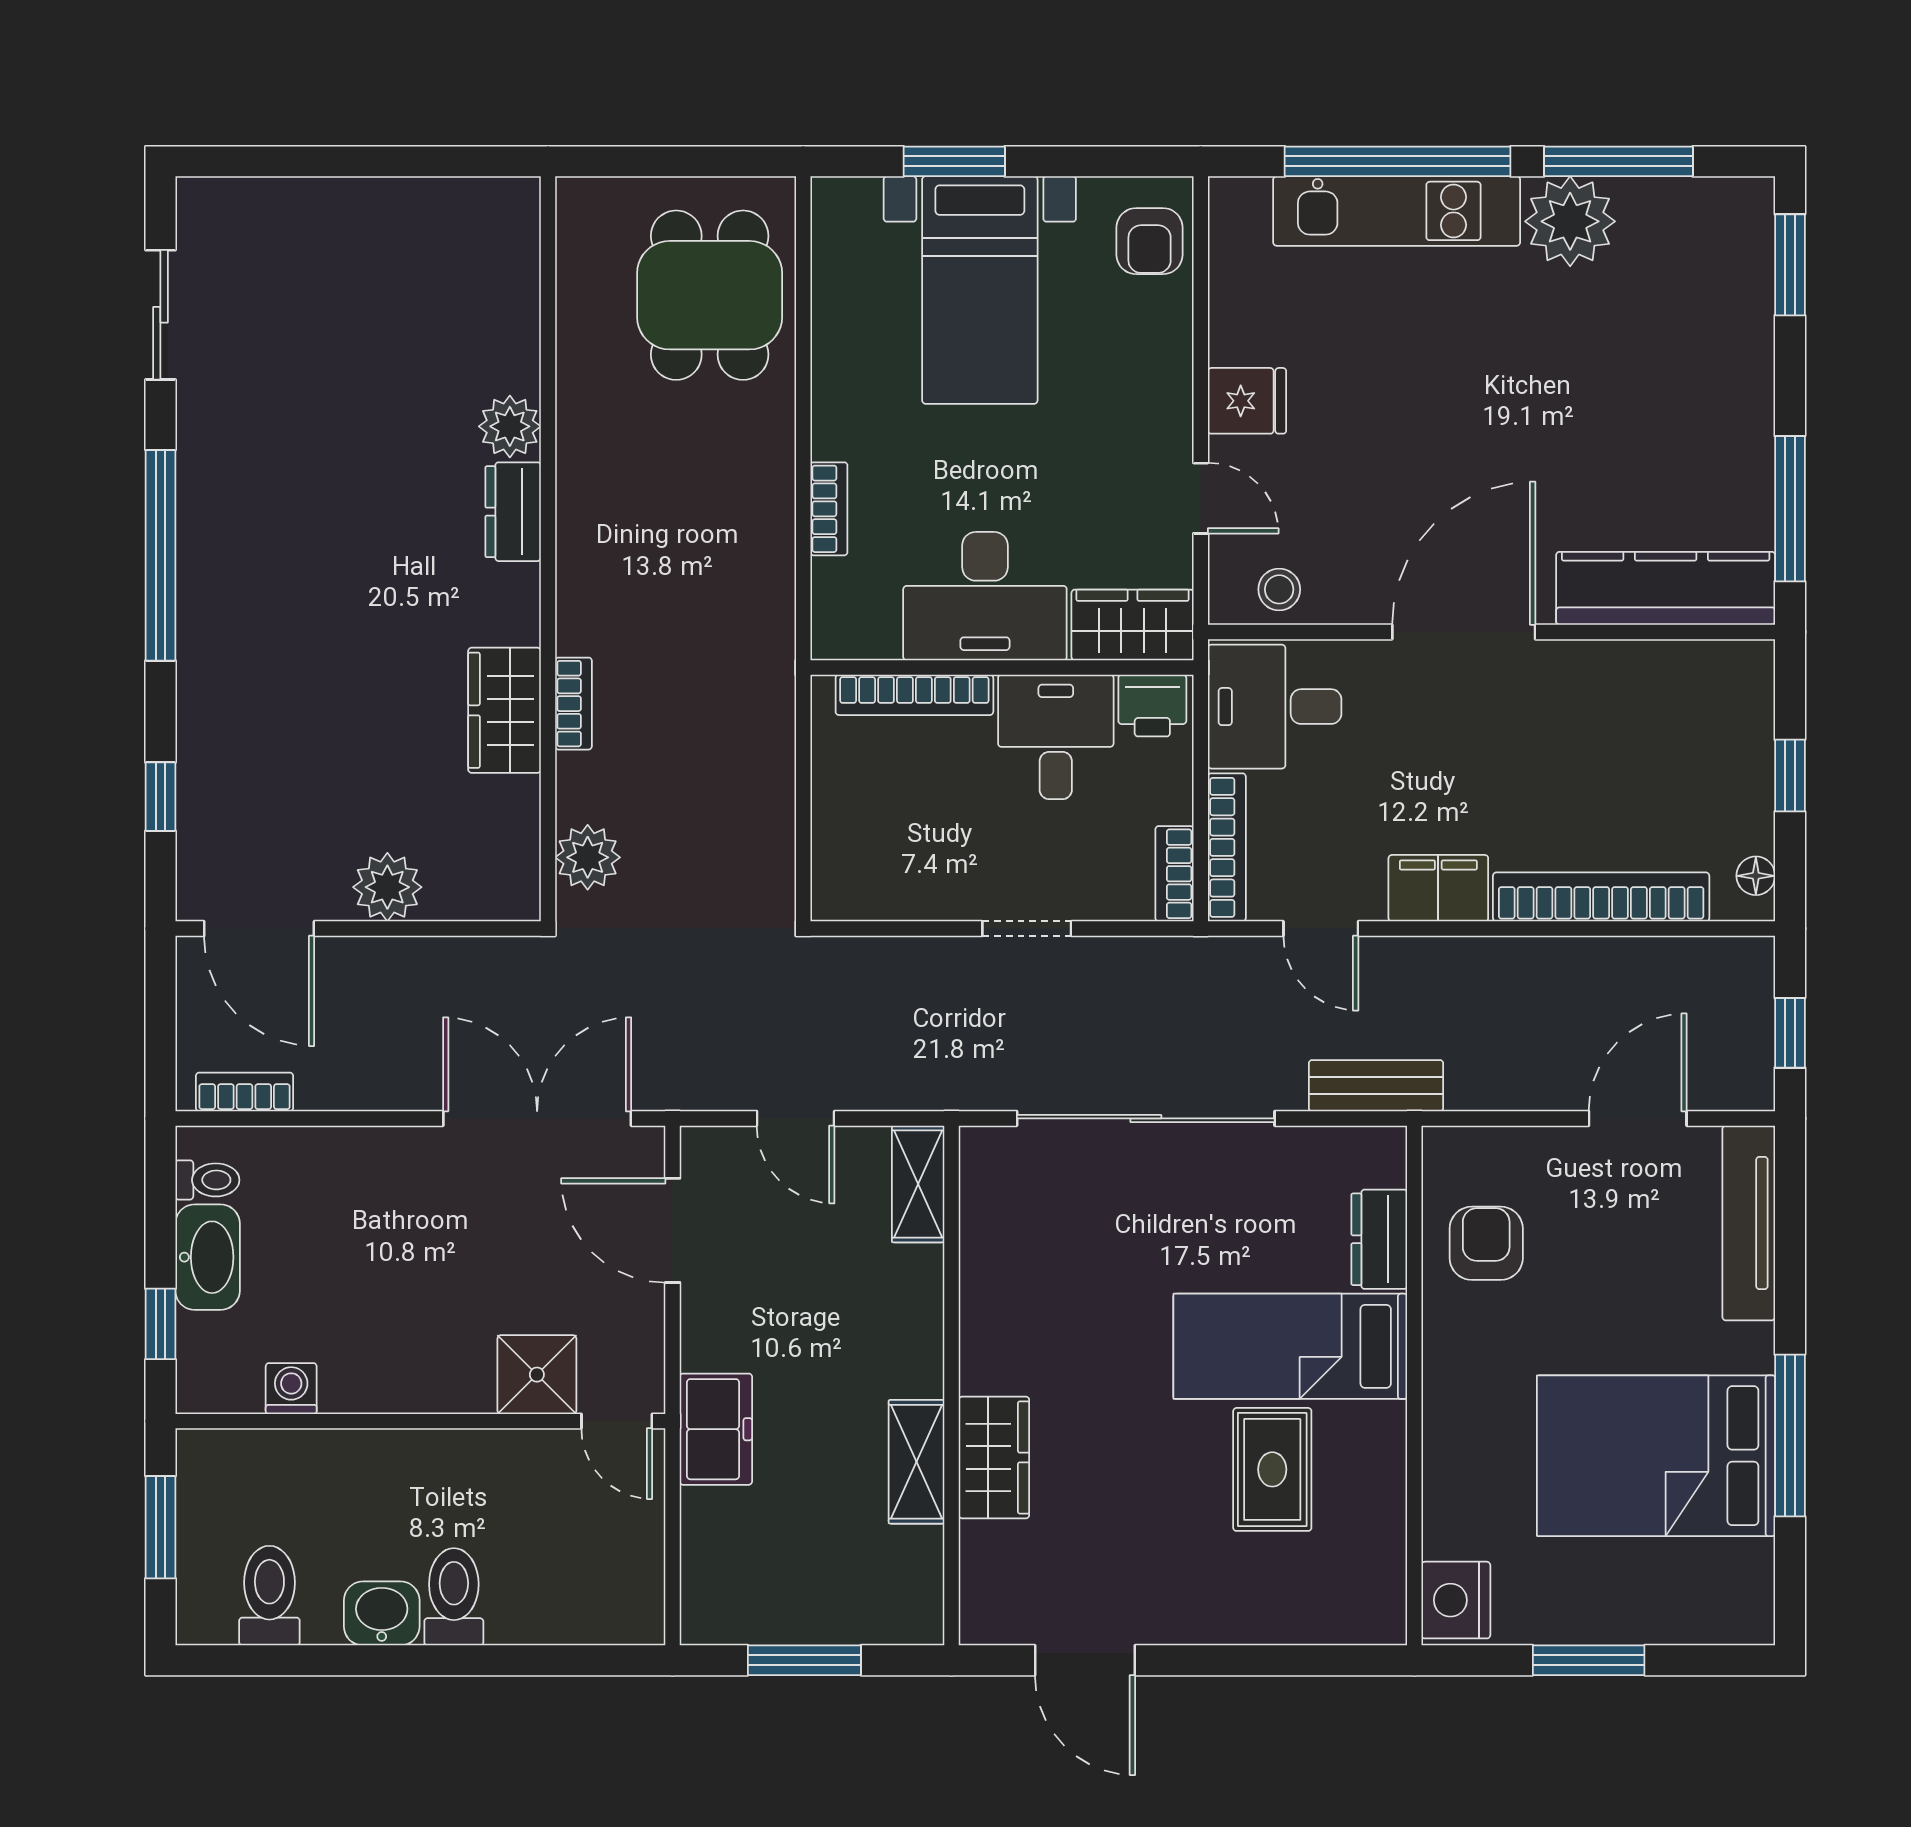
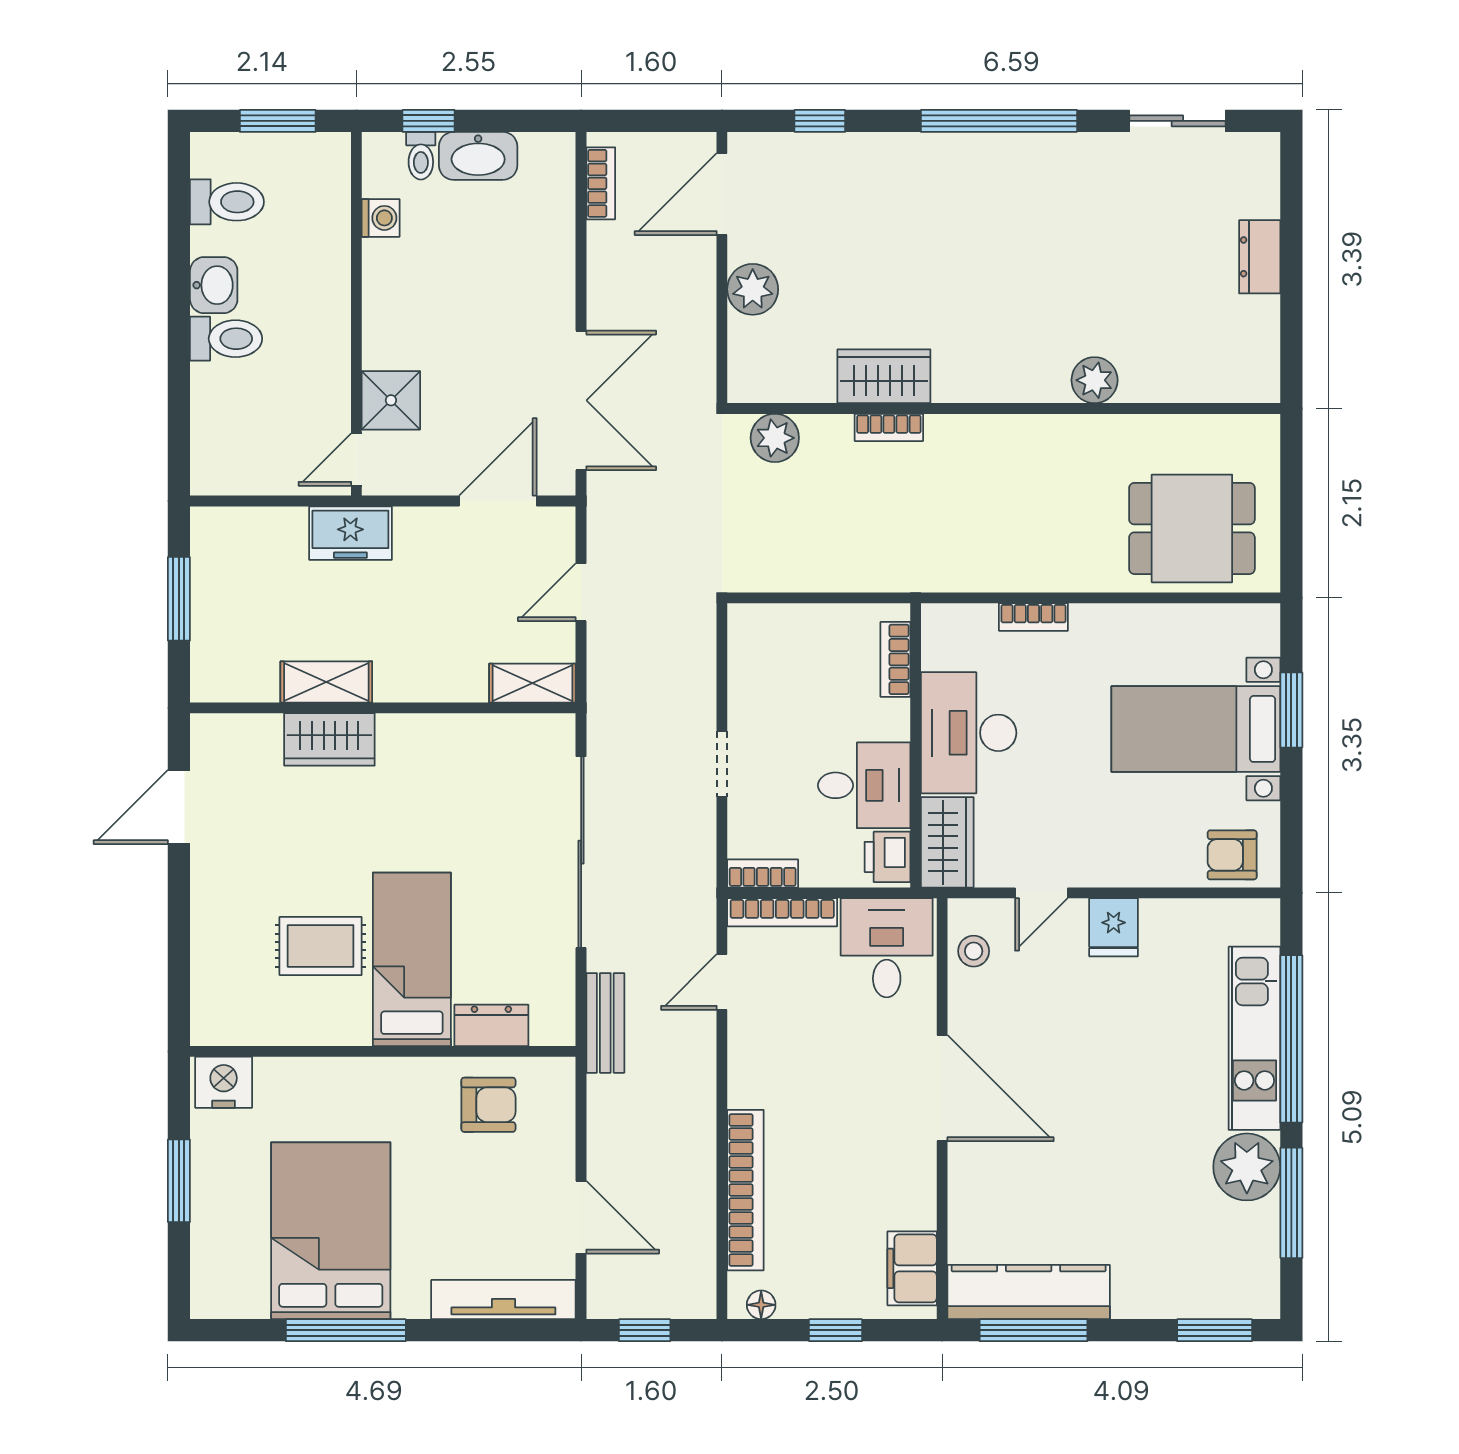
dresser: (513, 512) -> (1260, 257), moved, turned -90
kitchen counter: (1666, 588) -> (1029, 1292), moved, turned -90
bookcase: (914, 695) -> (895, 659), width x0.64
filing cabinet: (1438, 888) -> (912, 1268), moved, turned 180
toilet: (207, 1180) -> (421, 156), moved

